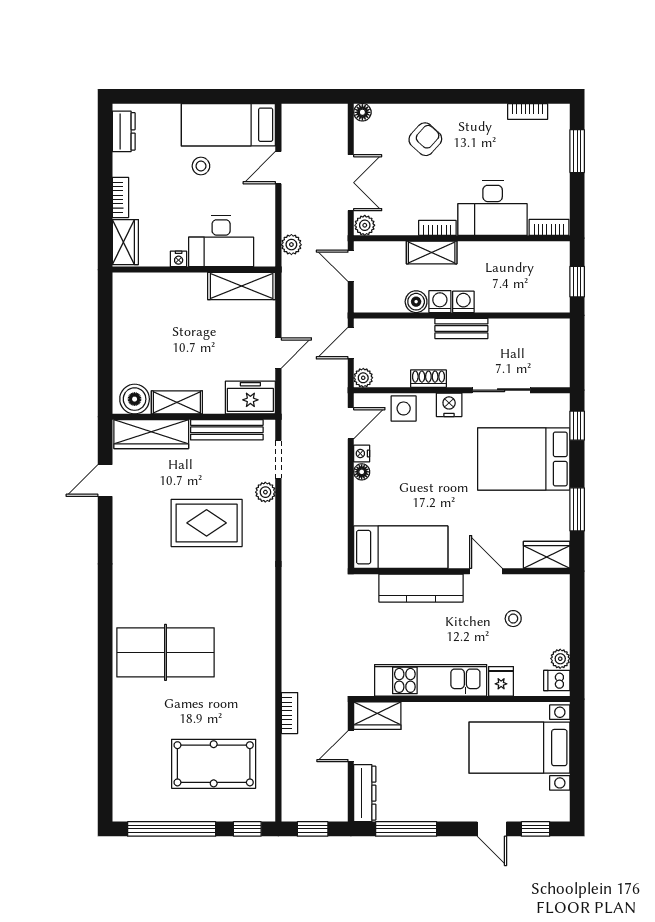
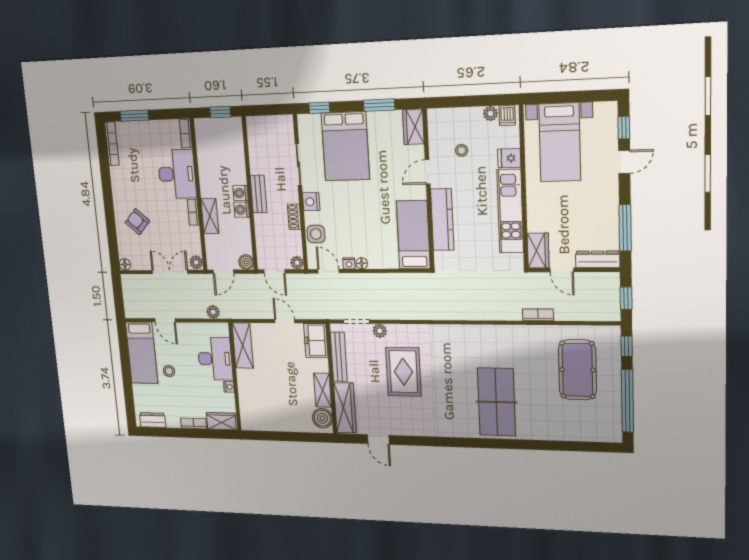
bookcase: (528, 112) -> (112, 144), width x1.56
boiler: (416, 302) -> (246, 262), moved

